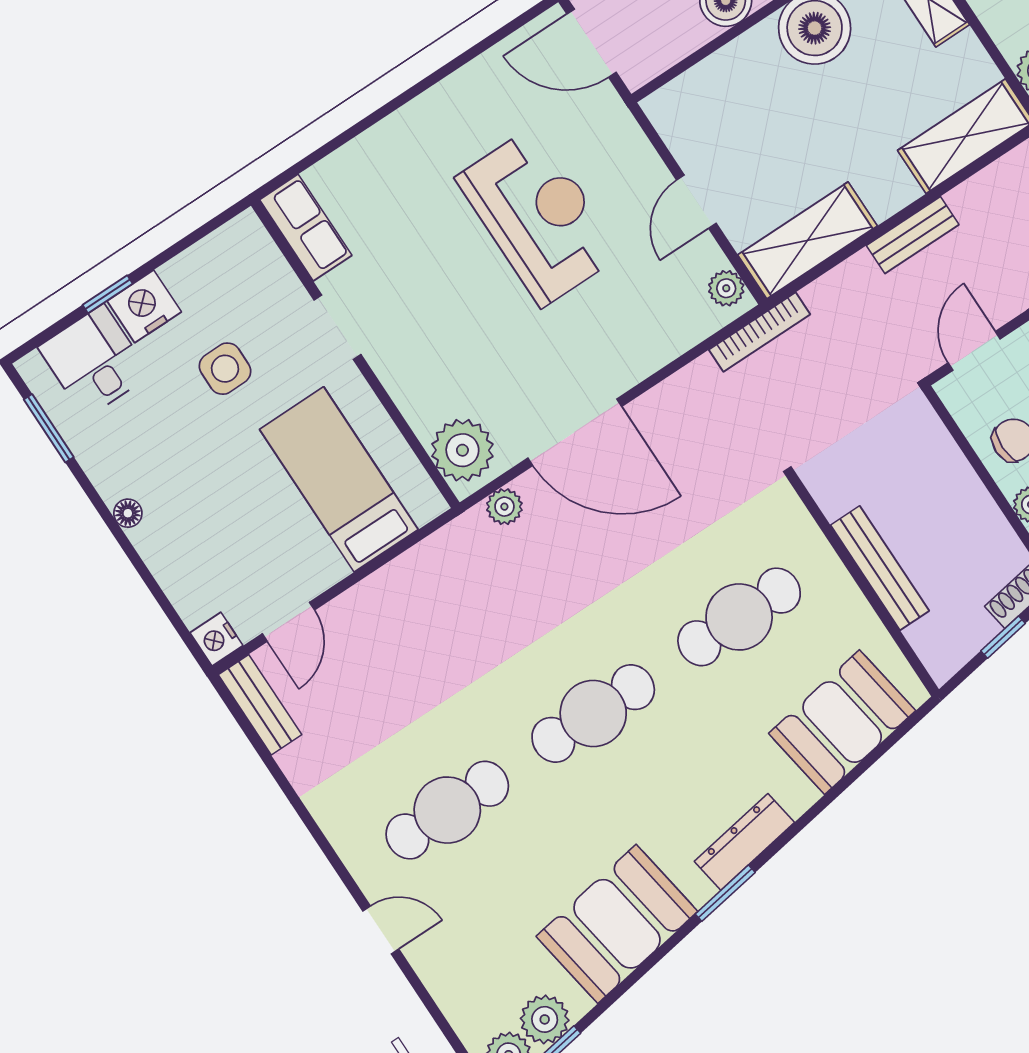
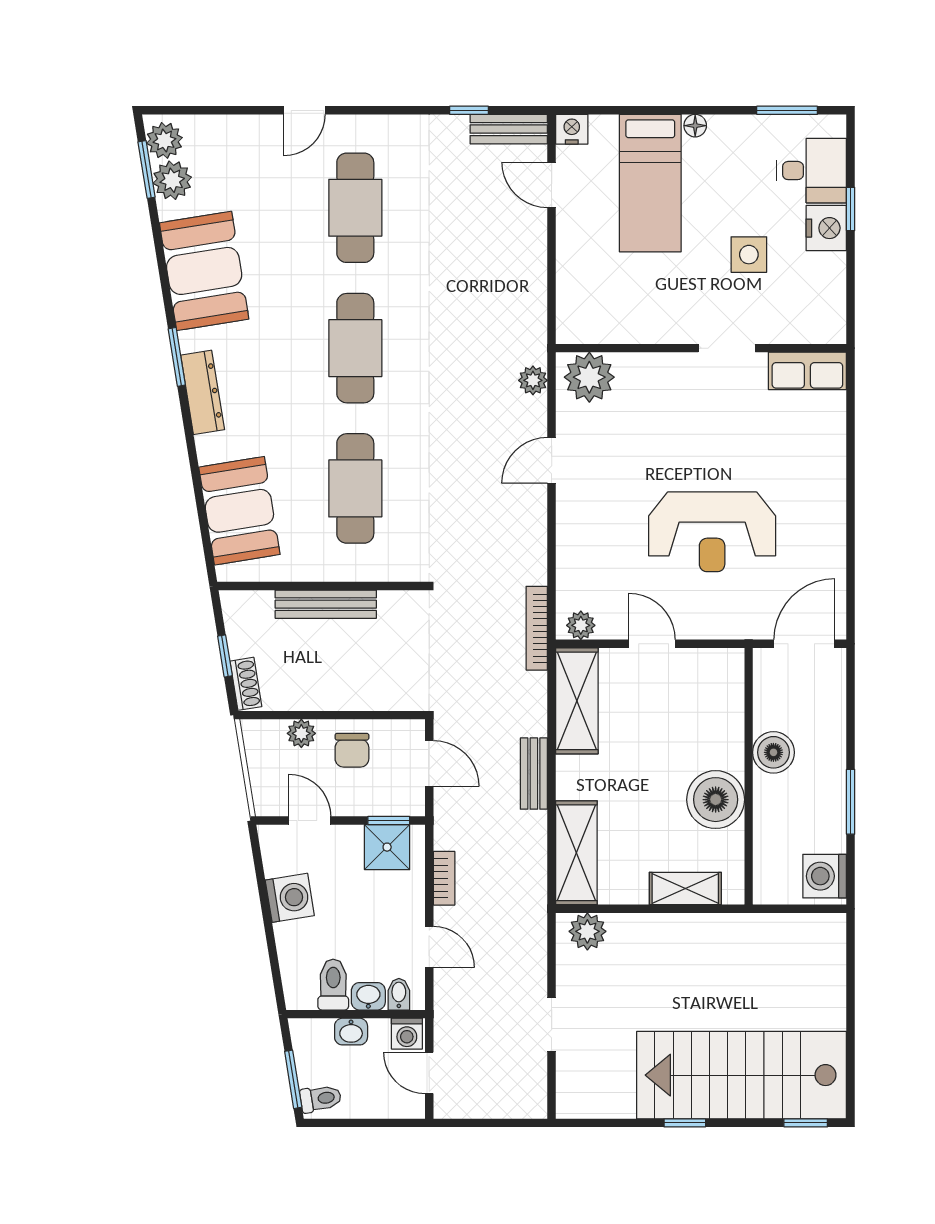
door: (575, 432) -> (552, 460), width x0.53
bed: (339, 479) -> (650, 183), moved, turned 90
window: (268, 759) -> (469, 110), added

